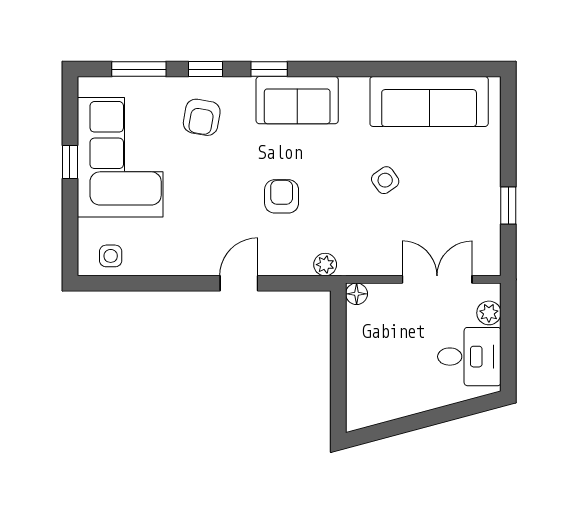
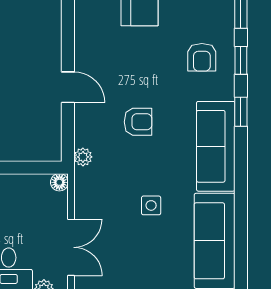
sofa: (297, 100) -> (216, 146), width x1.36
armchair: (202, 117) -> (202, 57), turned -100
side table: (385, 180) -> (151, 205), turned 35

